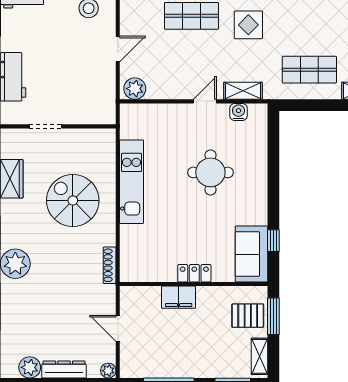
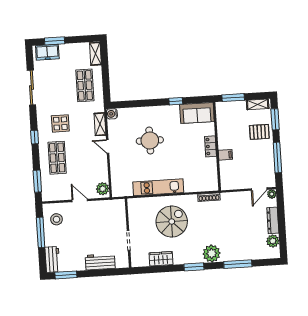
water cooler: (238, 112) -> (112, 114), moved
spiral stairs: (73, 200) -> (172, 222), turned 180
window: (273, 241) -> (176, 101), moved
filing cabinet: (179, 297) -> (225, 155), width x0.50
pallet: (248, 316) -> (259, 132), moved, turned 90
door: (118, 328) -> (259, 189), moved

